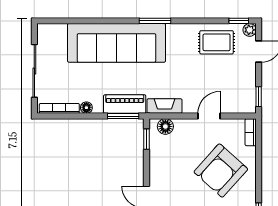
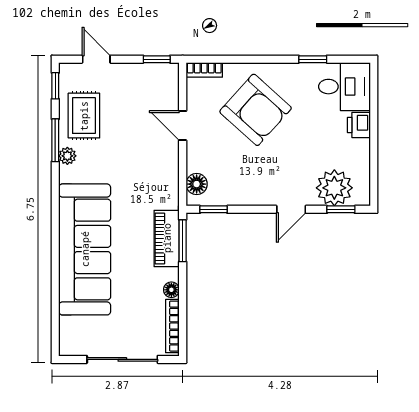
window: (155, 21) -> (55, 140), moved
plant: (250, 30) -> (67, 156), moved
fireplace: (164, 106) -> (169, 185), removed

